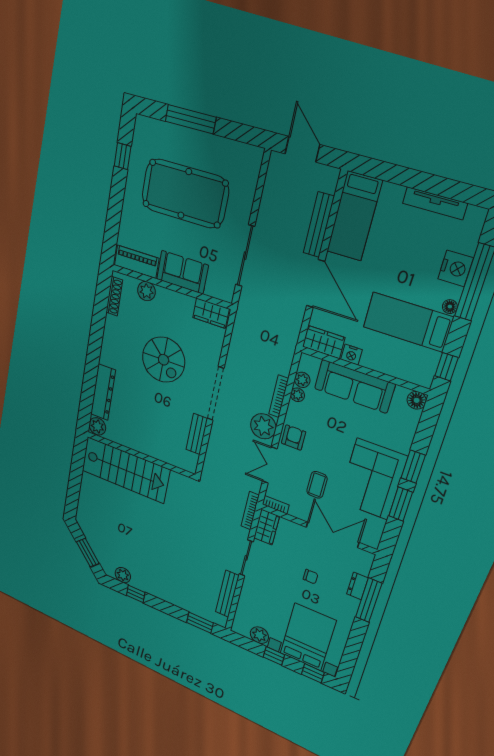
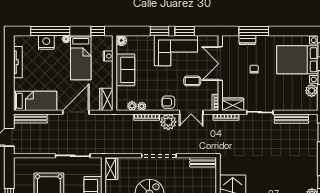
bench: (319, 225) -> (30, 119), moved
nightstand: (351, 355) -> (108, 56), moved
sofa: (354, 386) -> (125, 70), width x0.73
bench: (197, 434) -> (203, 162), moved

